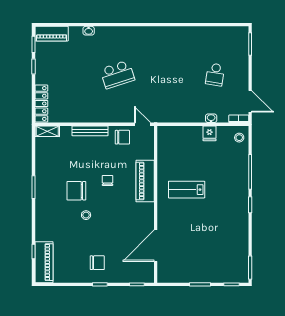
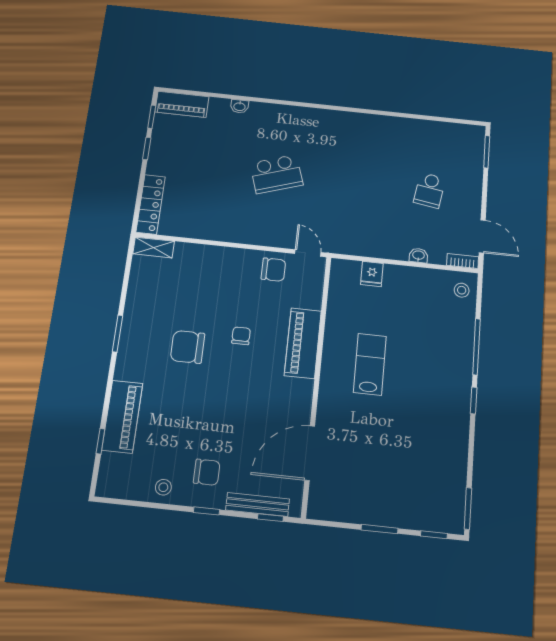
bench: (90, 131) -> (258, 504), moved
fridge: (209, 133) -> (372, 274), moved
lab bench: (187, 190) -> (370, 364), turned 90
stool: (86, 215) -> (163, 487), moved
piano: (44, 262) -> (122, 417), moved

